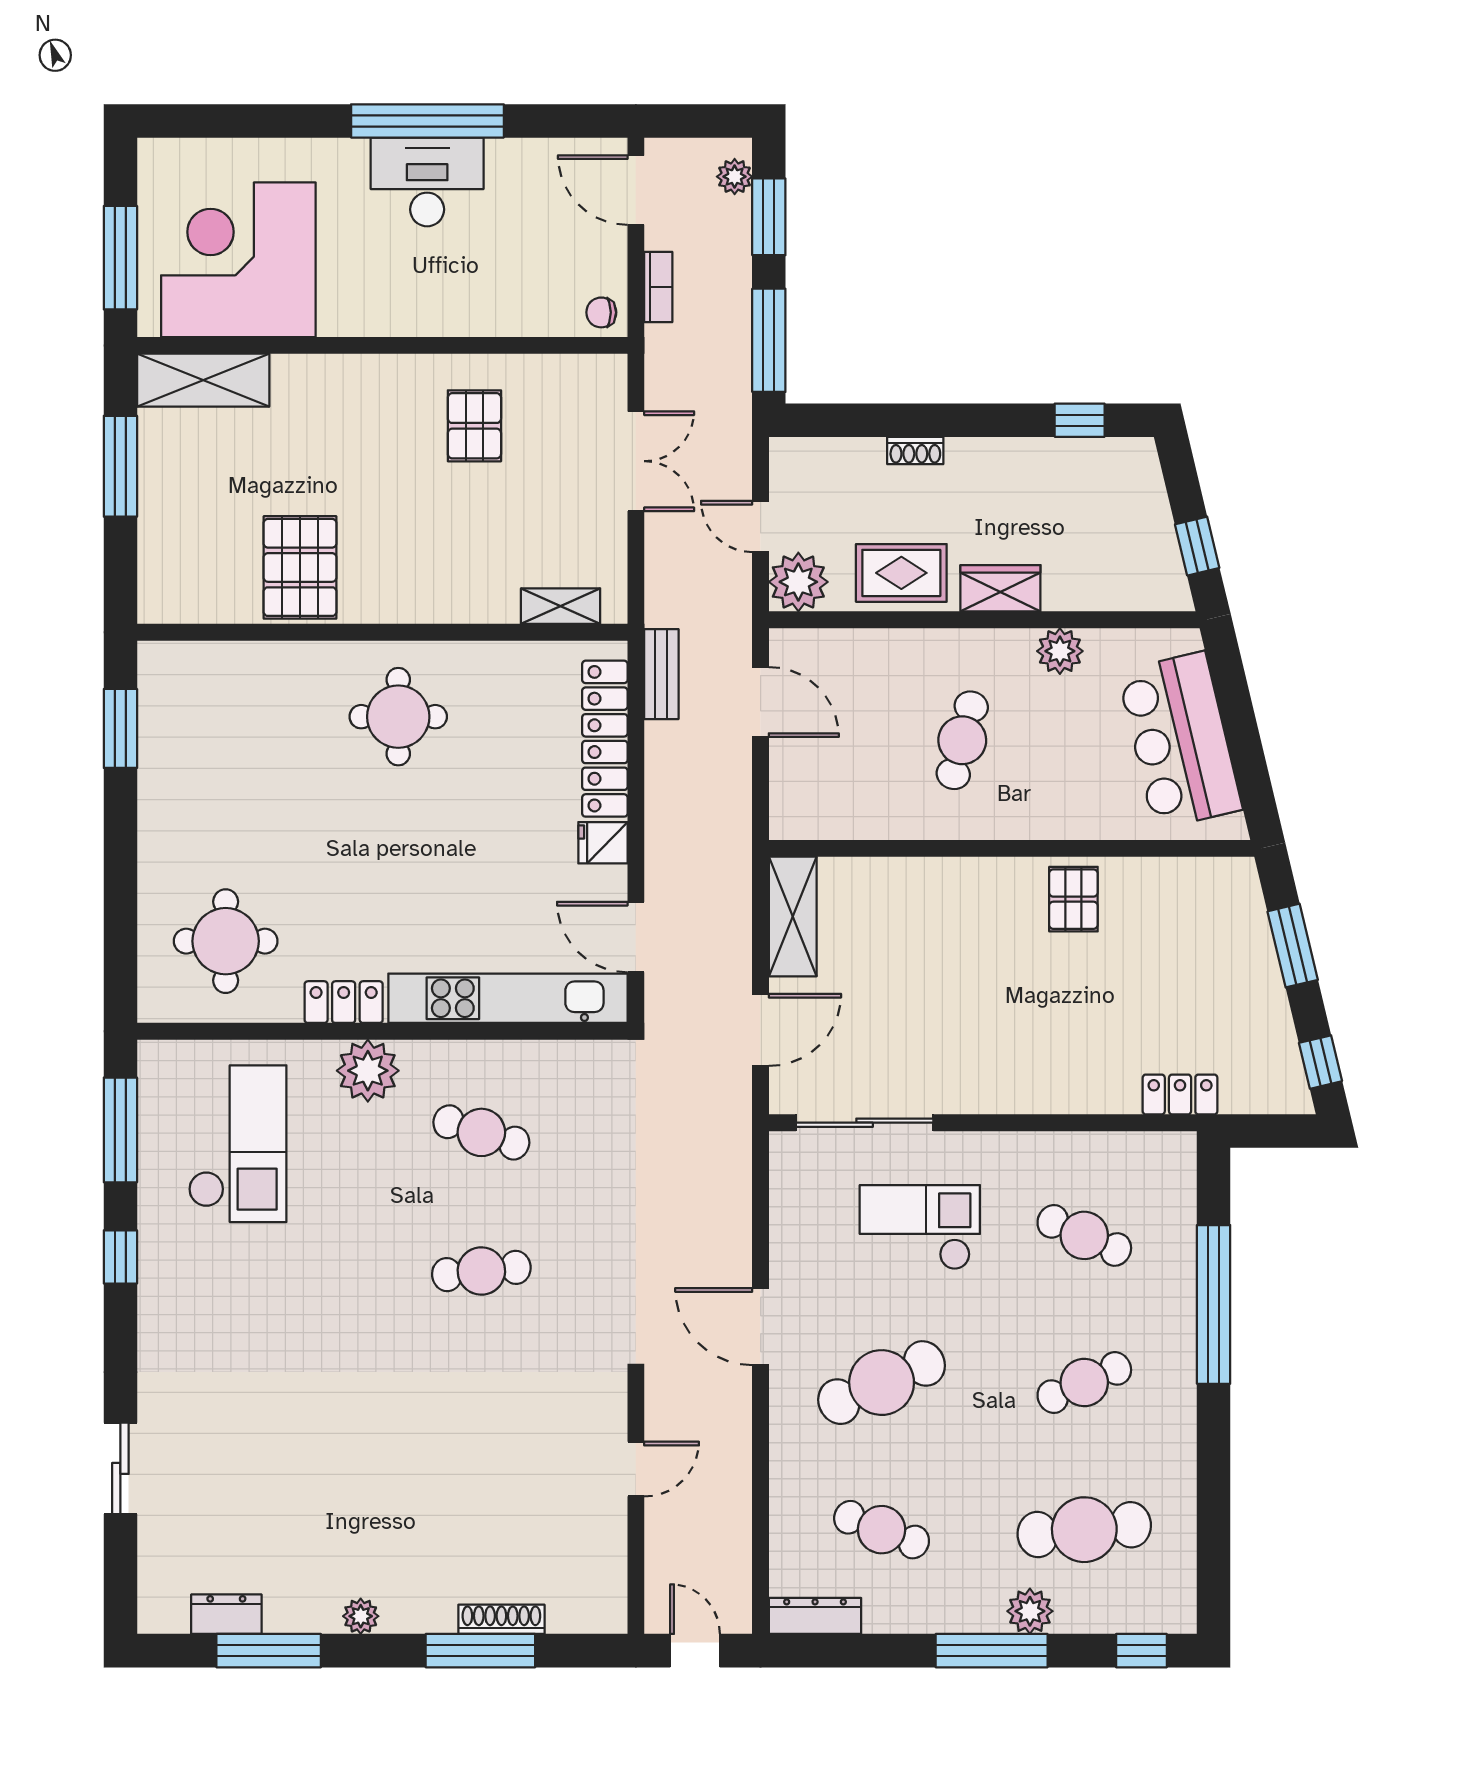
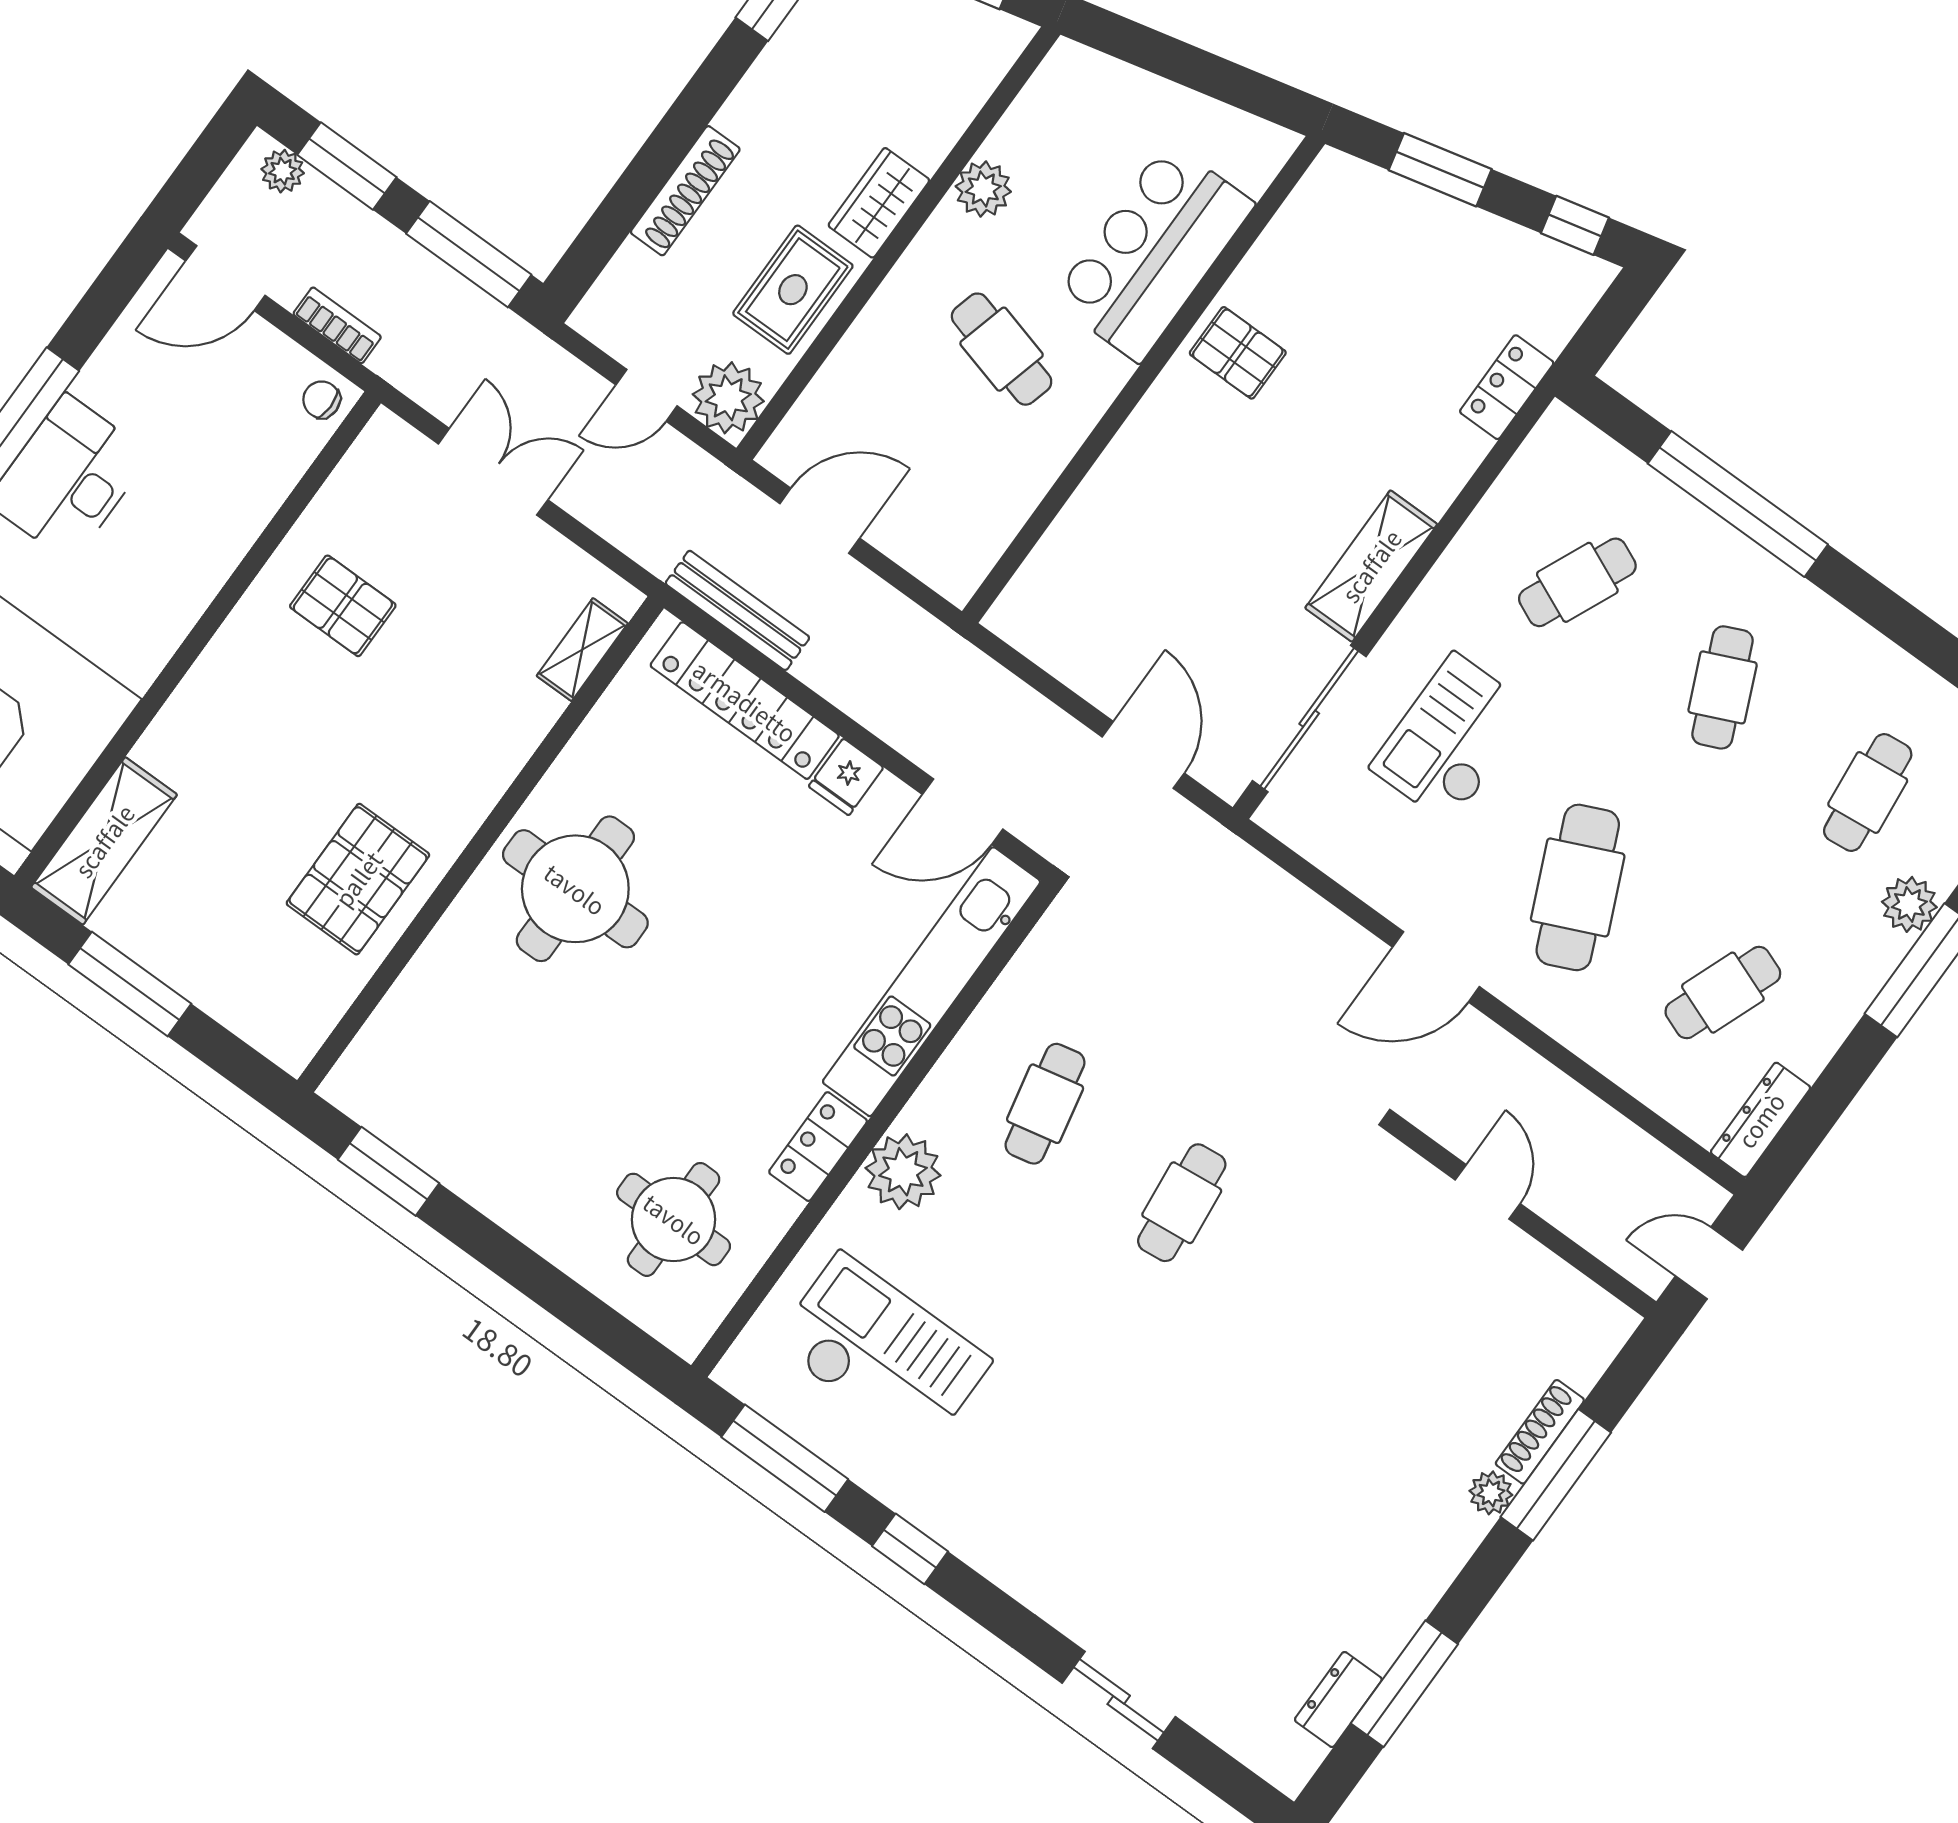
chair: (601, 312) -> (322, 400), turned 90
shoe rack: (915, 451) -> (685, 191), width x1.94, depth x1.24
pallet: (300, 567) -> (358, 879), turned 90
bench: (661, 674) -> (737, 610), width x1.36
round table: (398, 717) -> (575, 889), width x1.36, depth x1.36
bar counter: (1180, 741) -> (1153, 252), moved, turned 103
shelving: (793, 917) -> (1371, 566), moved, turned 90
cafe table: (481, 1132) -> (1045, 1104), turned -30
cafe table: (1084, 1530) -> (1868, 793), width x0.73, depth x0.74
plant: (361, 1616) -> (1491, 1493), moved

